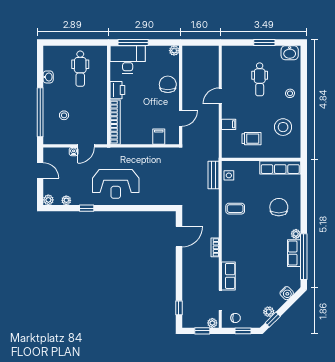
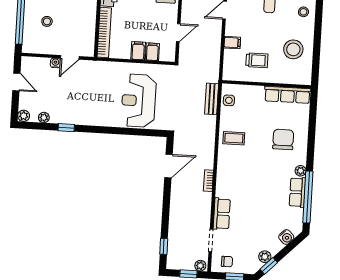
filing cabinet: (146, 136) -> (138, 51), added
reception desk: (116, 184) -> (139, 101), moved, turned 90

